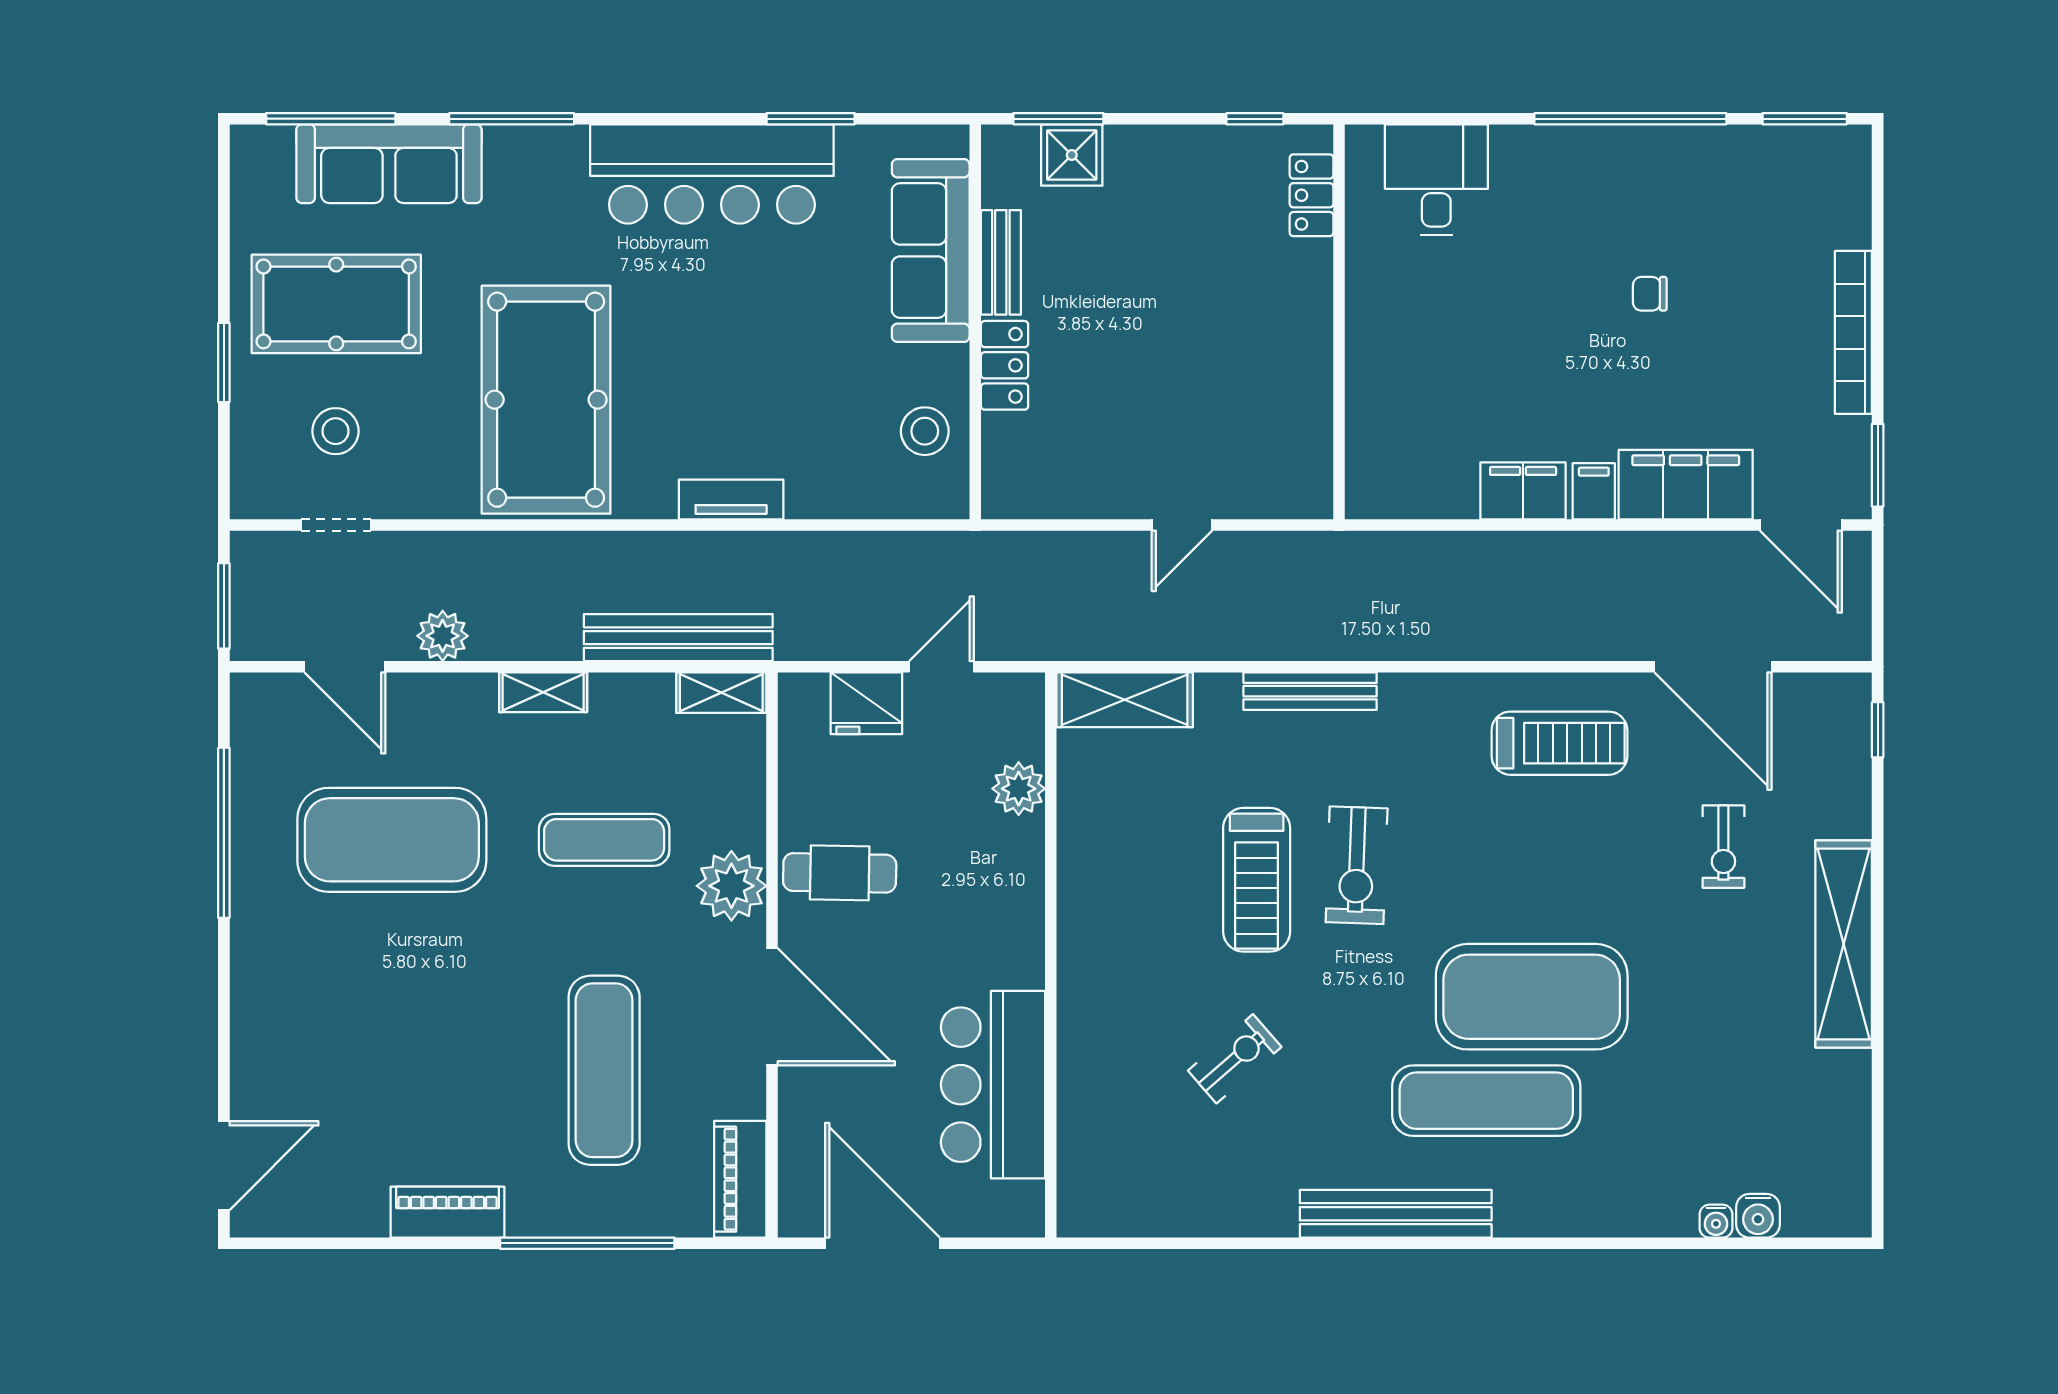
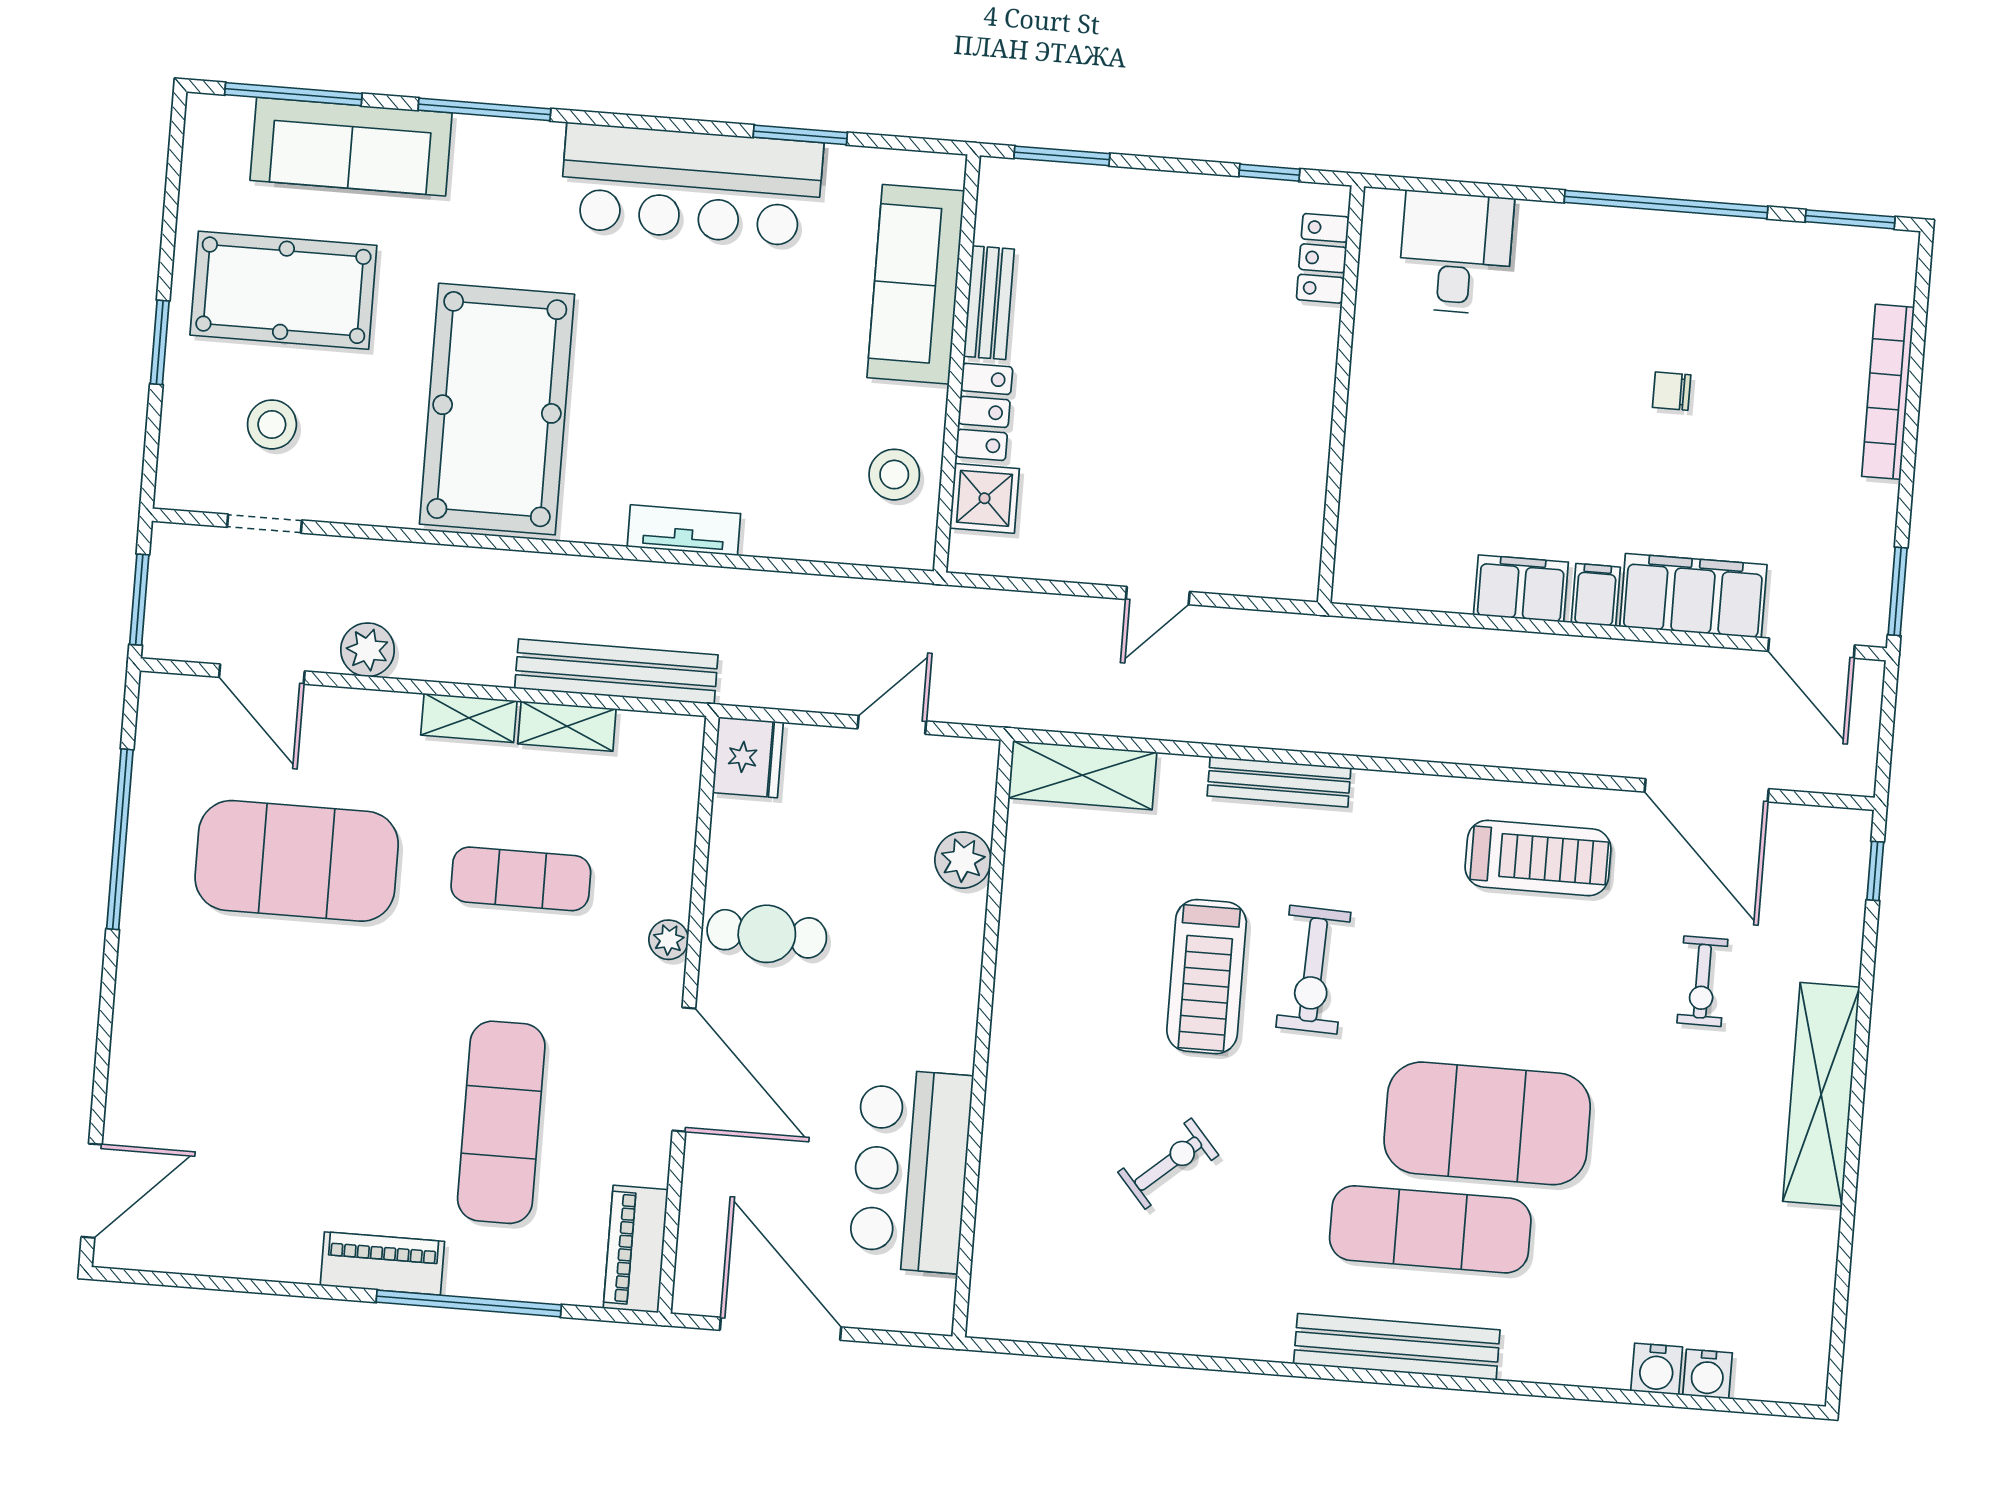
shower: (1072, 155) -> (984, 498), moved
bookcase: (1853, 332) -> (1888, 392), moved
shelving: (721, 693) -> (567, 726), moved
fridge: (866, 703) -> (748, 757), moved, turned -90
plant: (731, 886) -> (669, 940), width x0.53, depth x0.53
piano: (448, 1212) -> (382, 1263), moved
bench: (1396, 1214) -> (1397, 1347), moved
water cooler: (1716, 1221) -> (1657, 1369), width x1.38, depth x1.38

